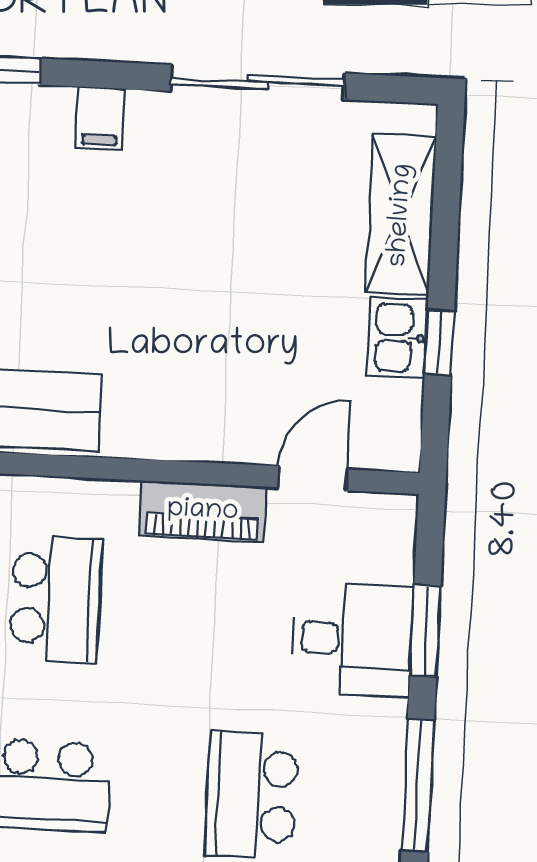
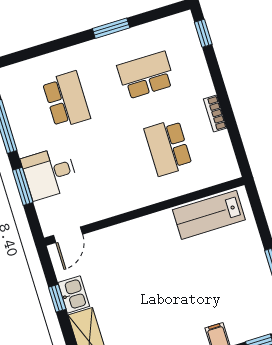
door: (313, 478) -> (68, 235), moved
piano: (203, 511) -> (124, 201), removed

